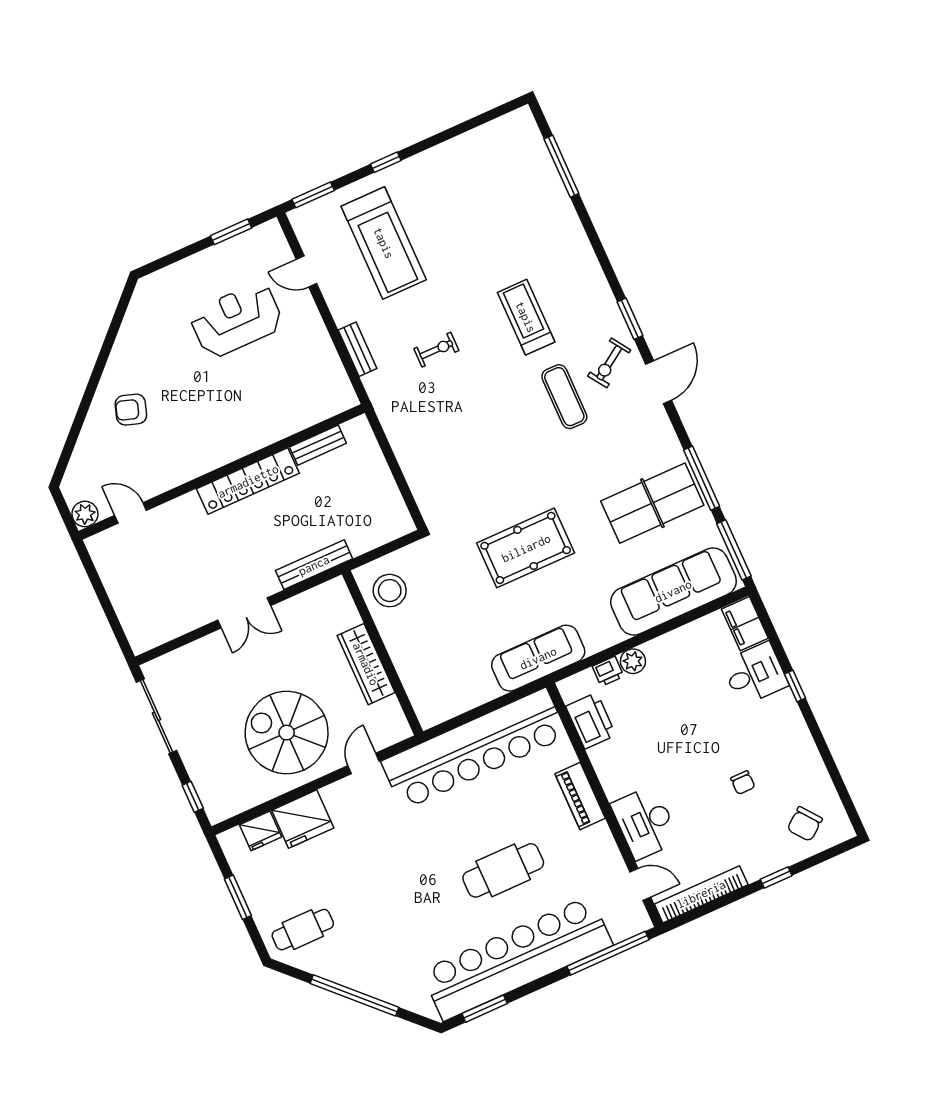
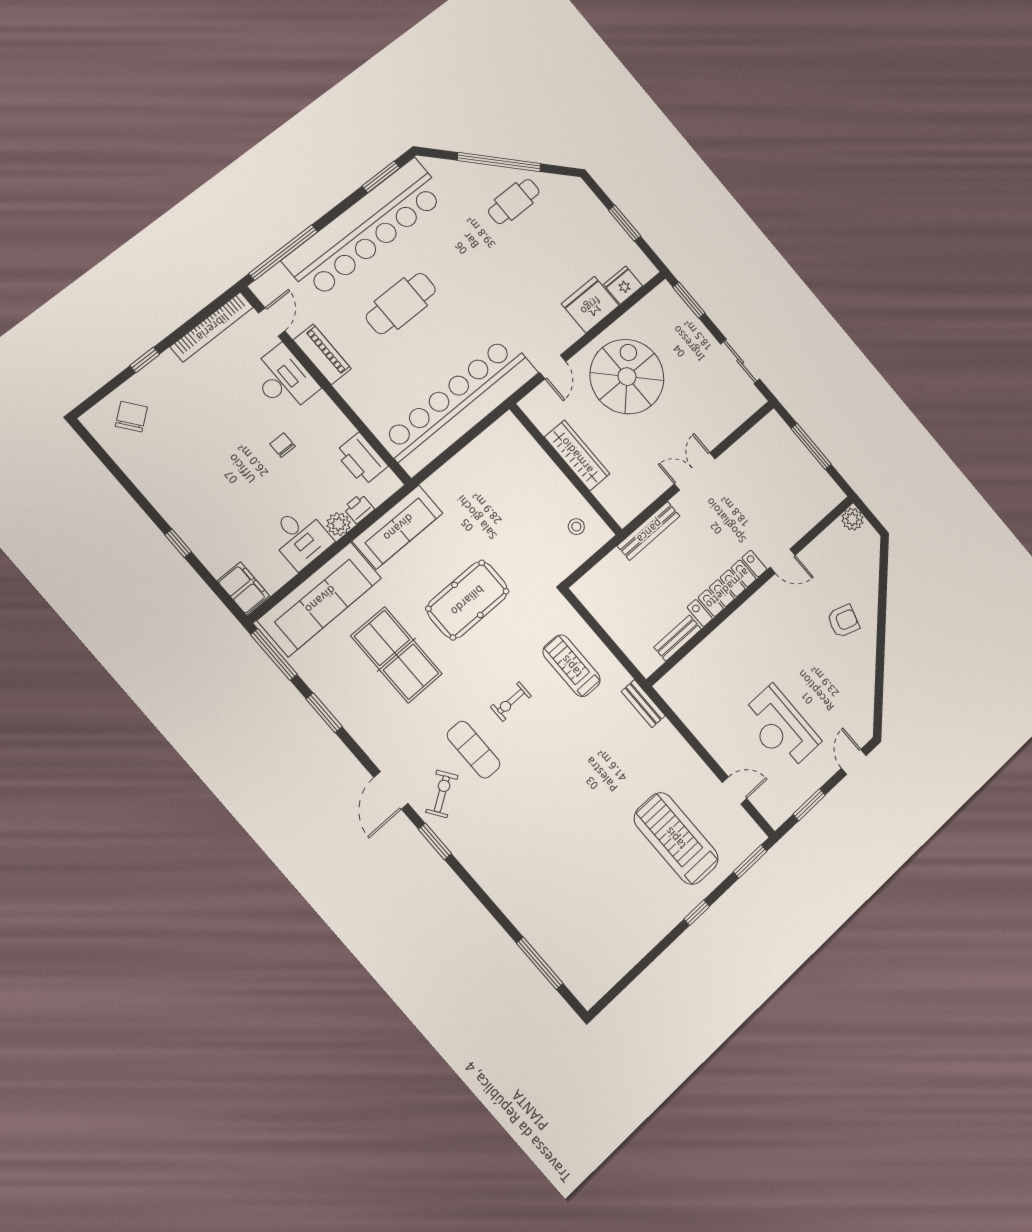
door: (168, 260) -> (854, 762), added
treadmill: (526, 317) -> (572, 666), moved, turned 180
reception desk: (237, 320) -> (780, 728), turned 90
bench: (358, 349) -> (643, 704), moved
exercise bike: (436, 350) -> (511, 701), moved
window: (702, 478) -> (324, 713), width x0.69
table tennis table: (652, 503) -> (396, 655), moved, turned 90
door: (131, 513) -> (783, 561), moved
stool: (390, 591) -> (576, 527), width x0.53, depth x0.53
window: (106, 604) -> (811, 446), added
sofa: (538, 658) -> (398, 527), moved
desk: (755, 674) -> (300, 538), moved, turned -90
sliding door: (156, 716) -> (740, 362), width x0.73
spiral stairs: (287, 733) -> (627, 377), turned -90
chair: (743, 783) -> (283, 445), moved
piano: (580, 796) -> (322, 354), moved
window: (193, 797) -> (689, 300), width x1.50
door: (640, 884) -> (272, 322), swing flipped
cafe table: (303, 930) -> (514, 201), moved

